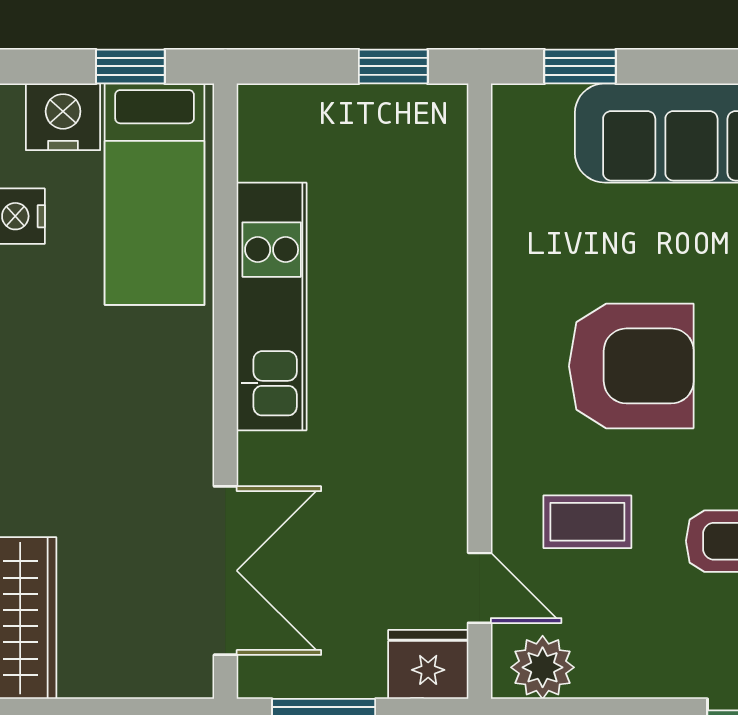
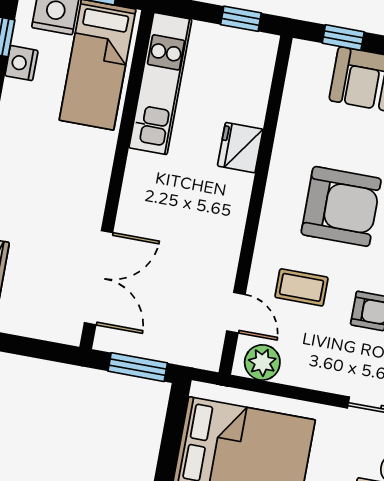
kitchen unit: (272, 306) -> (160, 84), moved
fridge: (428, 664) -> (240, 148), moved, turned -90

